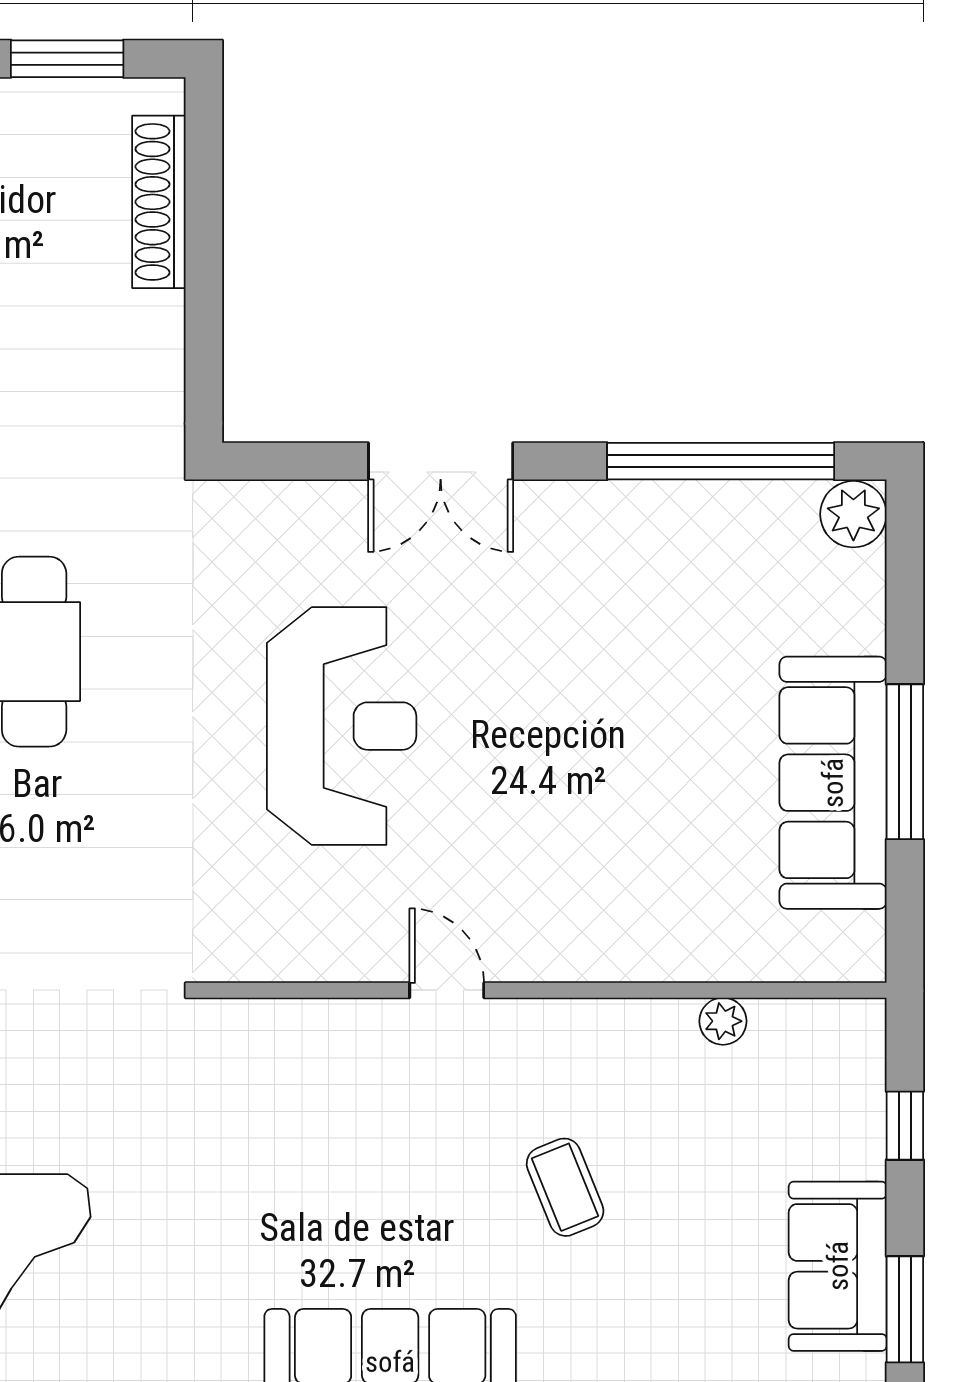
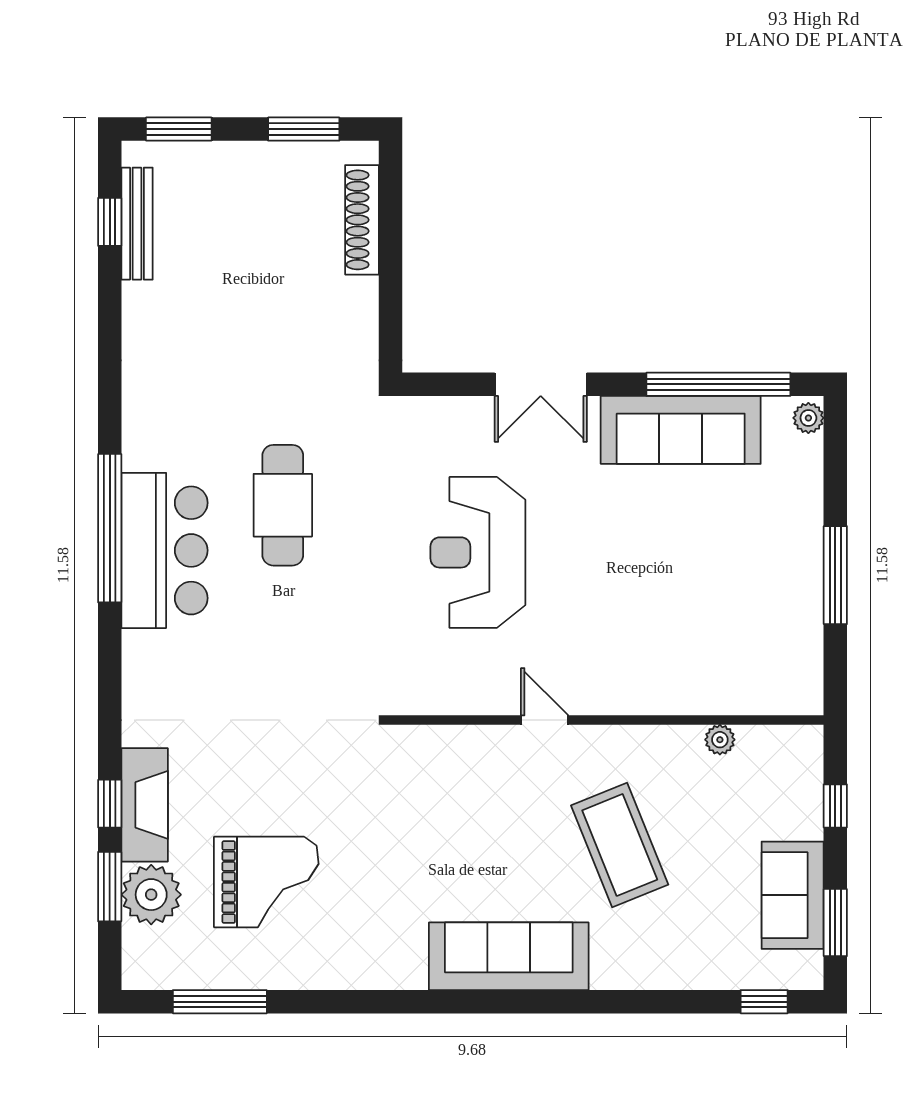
plant: (853, 514) -> (808, 418), width x0.73, depth x0.73
reception desk: (342, 726) -> (478, 552), turned 180
sofa: (833, 783) -> (681, 430), moved, turned -90
coffee table: (565, 1187) -> (620, 845), width x1.86, depth x1.72

